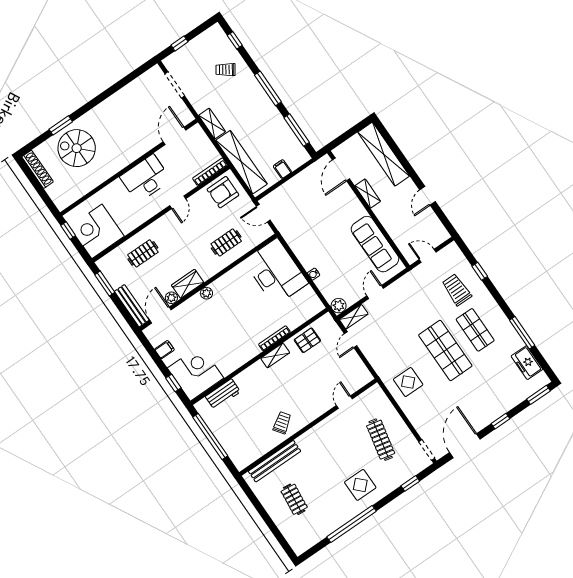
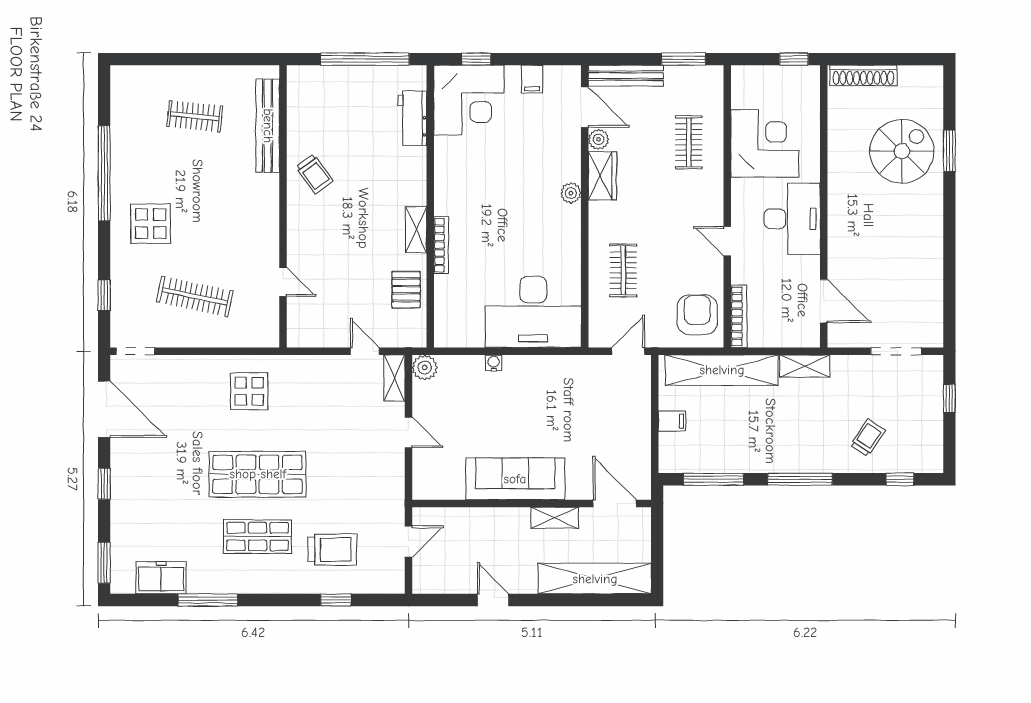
shoe rack: (38, 169) -> (863, 75), moved
corner desk: (97, 231) -> (765, 143), moved
sofa: (375, 244) -> (515, 479), moved

